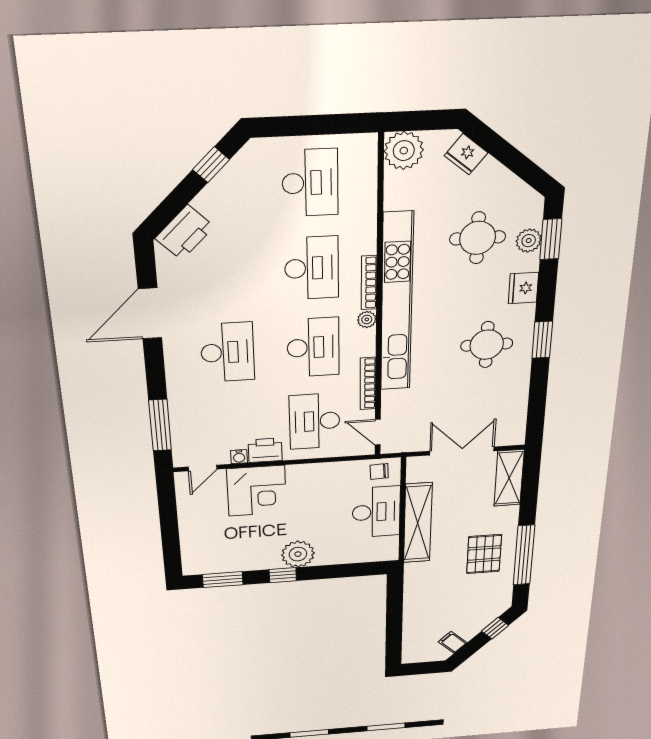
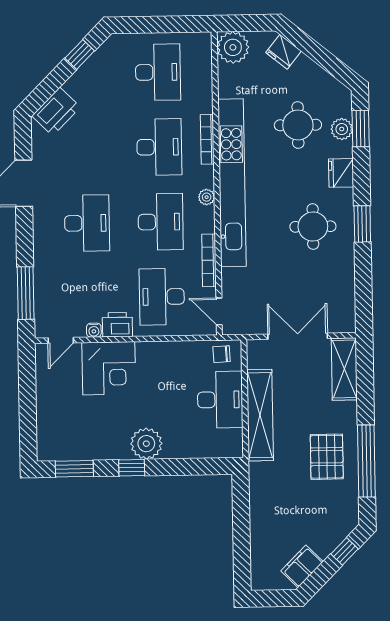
bookcase: (369, 283) -> (207, 139), moved
filing cabinet: (453, 642) -> (302, 566), width x2.00

